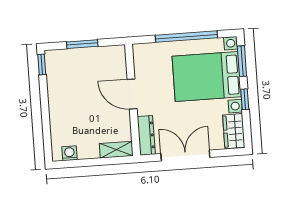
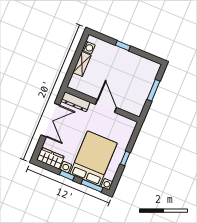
window: (186, 37) -> (125, 158), width x0.32
window: (42, 64) -> (123, 46), moved
door: (132, 94) -> (106, 106), hinge flipped
shelving: (116, 150) -> (82, 64), moved

